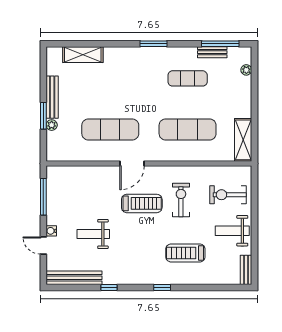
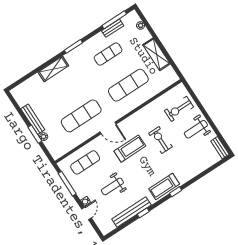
shelving: (83, 55) -> (53, 69), moved
shelving: (243, 140) -> (156, 54), moved
door: (132, 163) -> (108, 128), hinge flipped
exercise mat: (80, 186) -> (85, 162), added
exercise bike: (181, 200) -> (160, 140), moved
door: (43, 245) -> (86, 213), swing flipped
treadmill: (185, 253) -> (164, 186), moved
bench: (74, 278) -> (131, 212), moved

